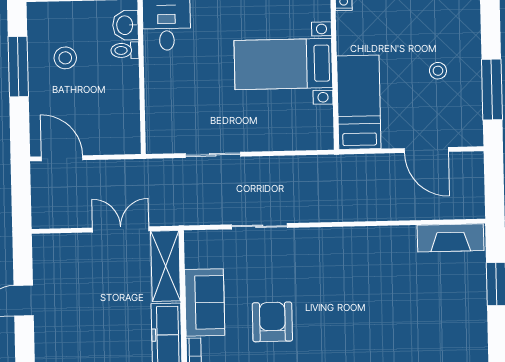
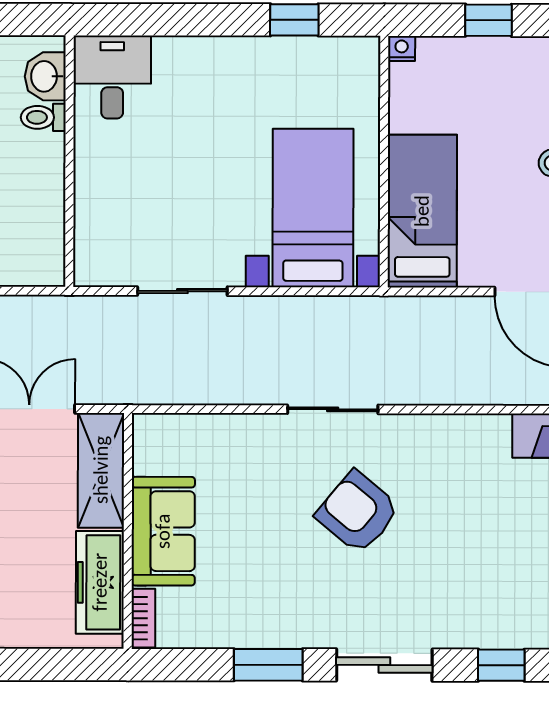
bed with nightstands: (283, 64) -> (313, 208), moved, turned 90
sliding door: (259, 226) -> (333, 409), moved
armchair: (272, 322) -> (358, 512), moved, turned -50

